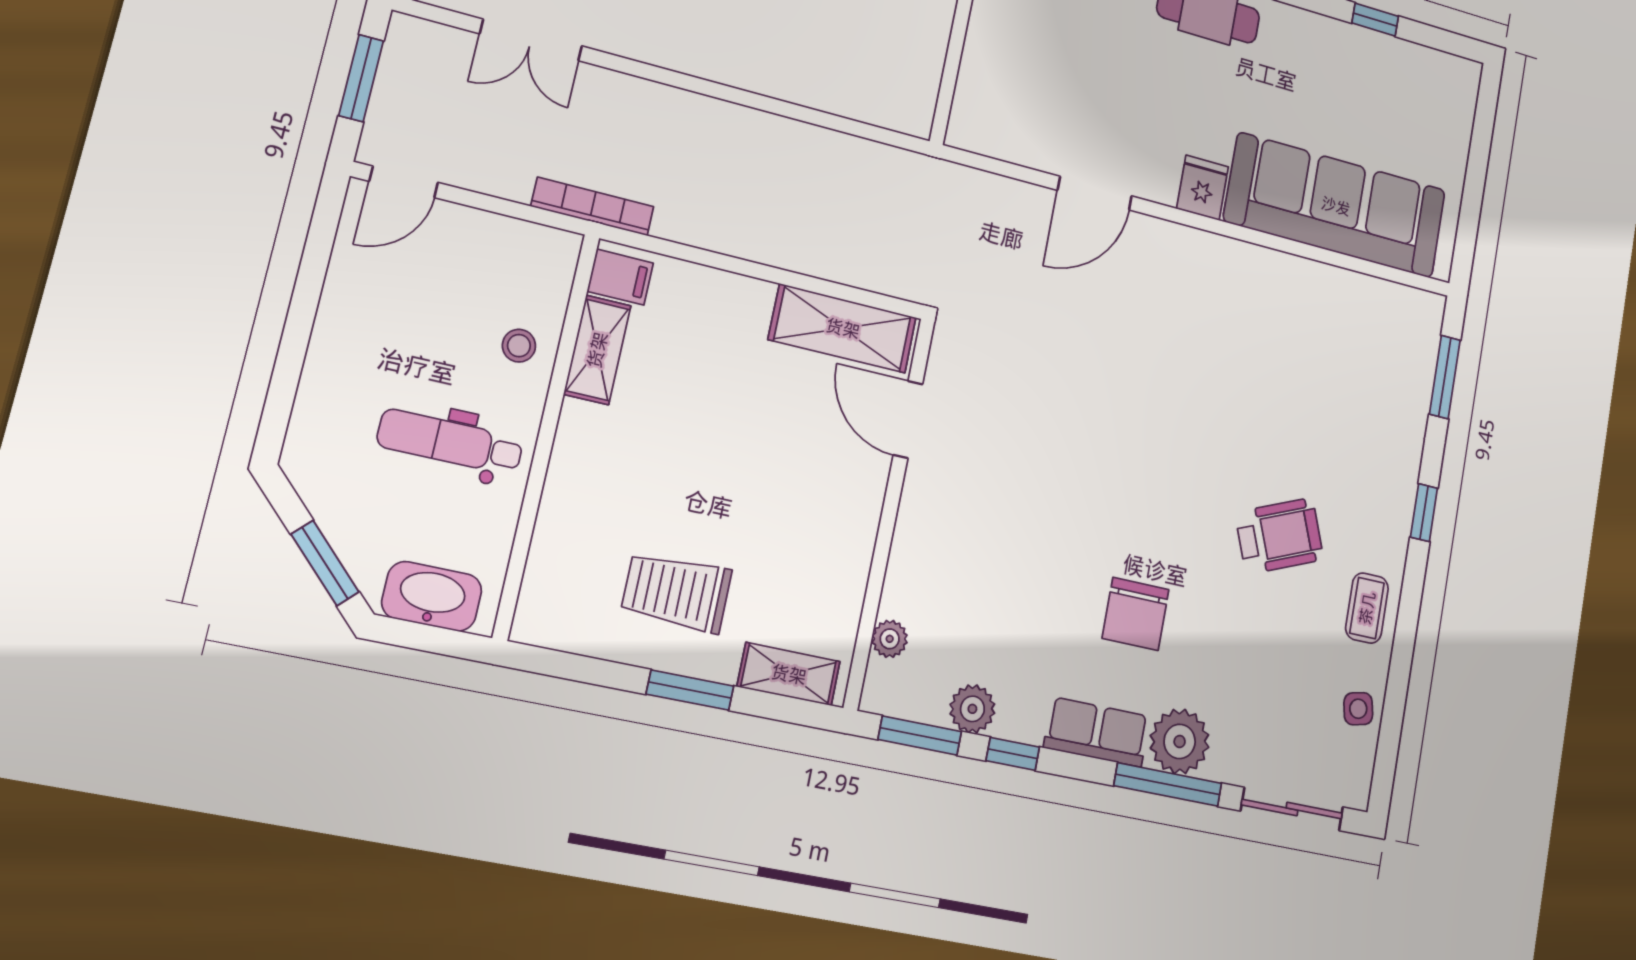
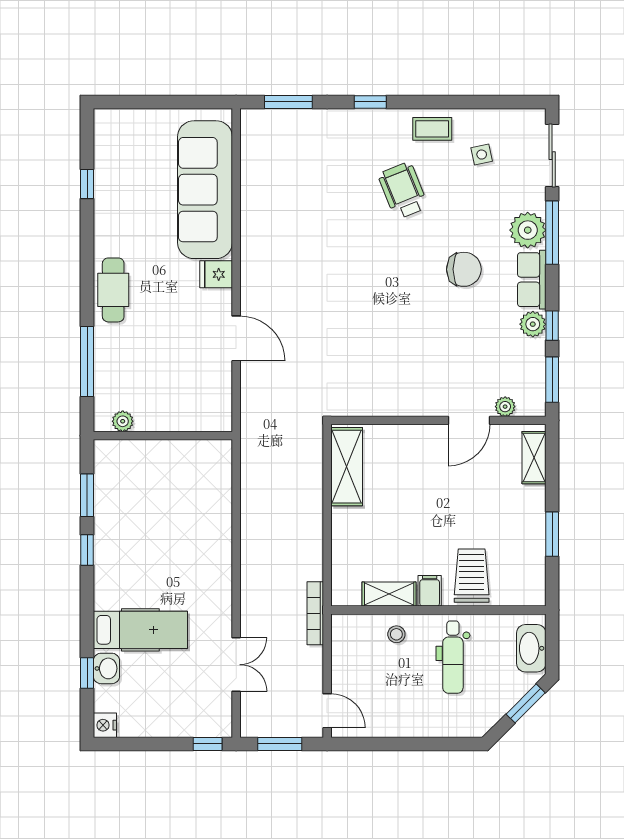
filing cabinet: (620, 277) -> (430, 591), moved
door: (908, 419) -> (469, 420), moved
trolley: (676, 592) -> (472, 576), moved, turned 180
window: (690, 690) -> (552, 534), moved
plant: (972, 709) -> (533, 324), moved
side table: (1358, 709) -> (482, 155), moved

